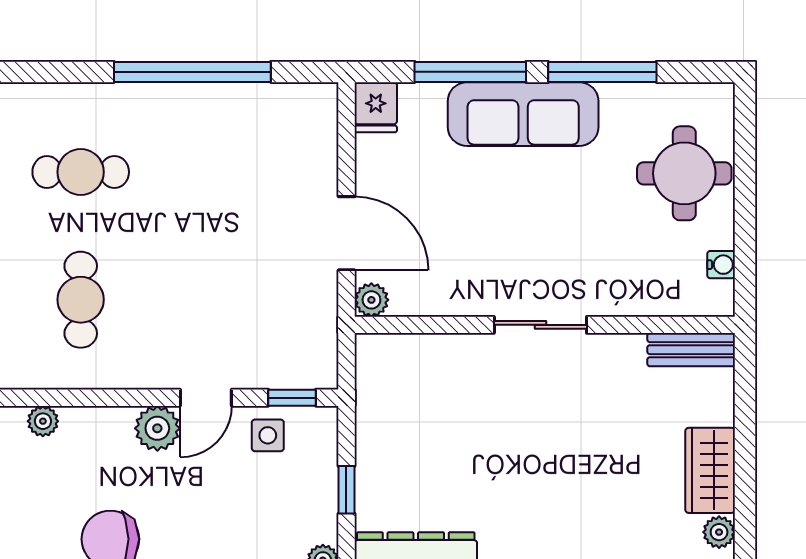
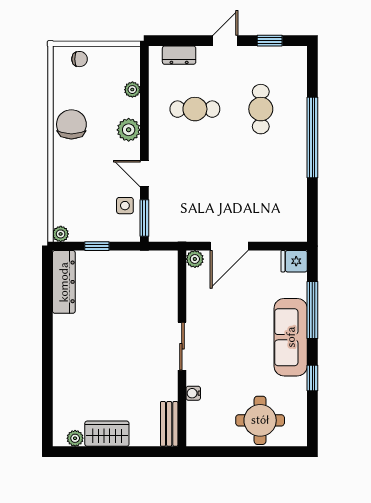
window: (192, 72) -> (312, 137), moved
window: (602, 72) -> (312, 378), width x0.46
water cooler: (721, 265) -> (193, 393), moved, turned 90
window: (292, 398) -> (144, 218), width x1.50
plant: (157, 428) -> (129, 130), moved

